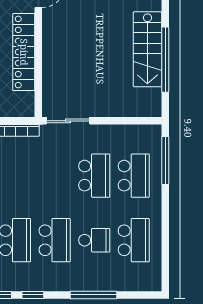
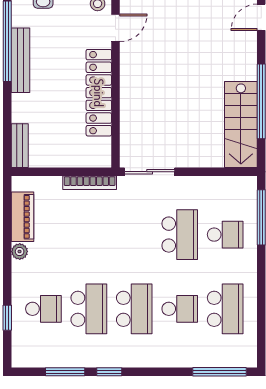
stairs: (147, 49) -> (241, 124), moved
school desk: (134, 176) -> (225, 235), width x0.54
window: (93, 295) -> (219, 372), moved

